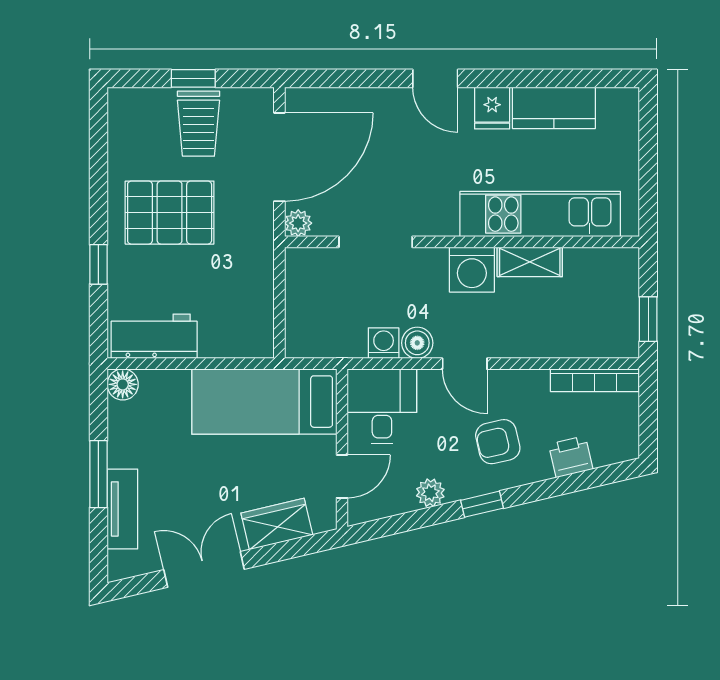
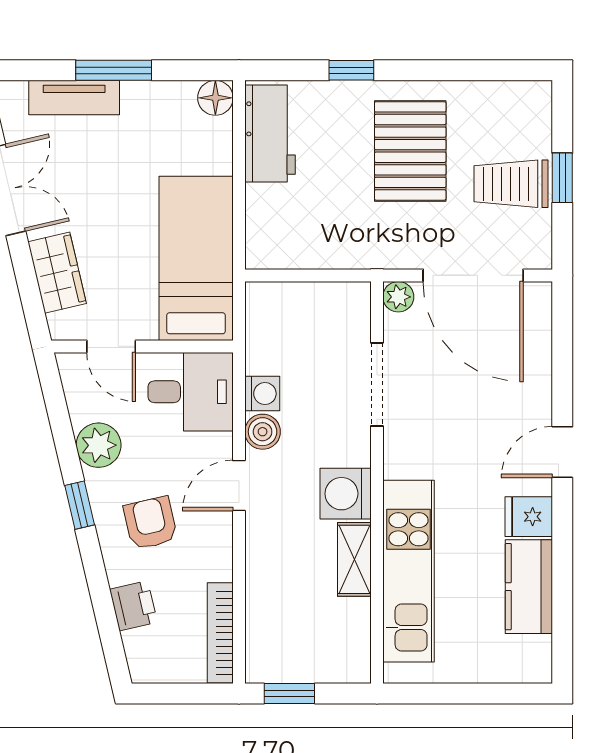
plant: (430, 493) -> (99, 445), width x1.38, depth x1.38

